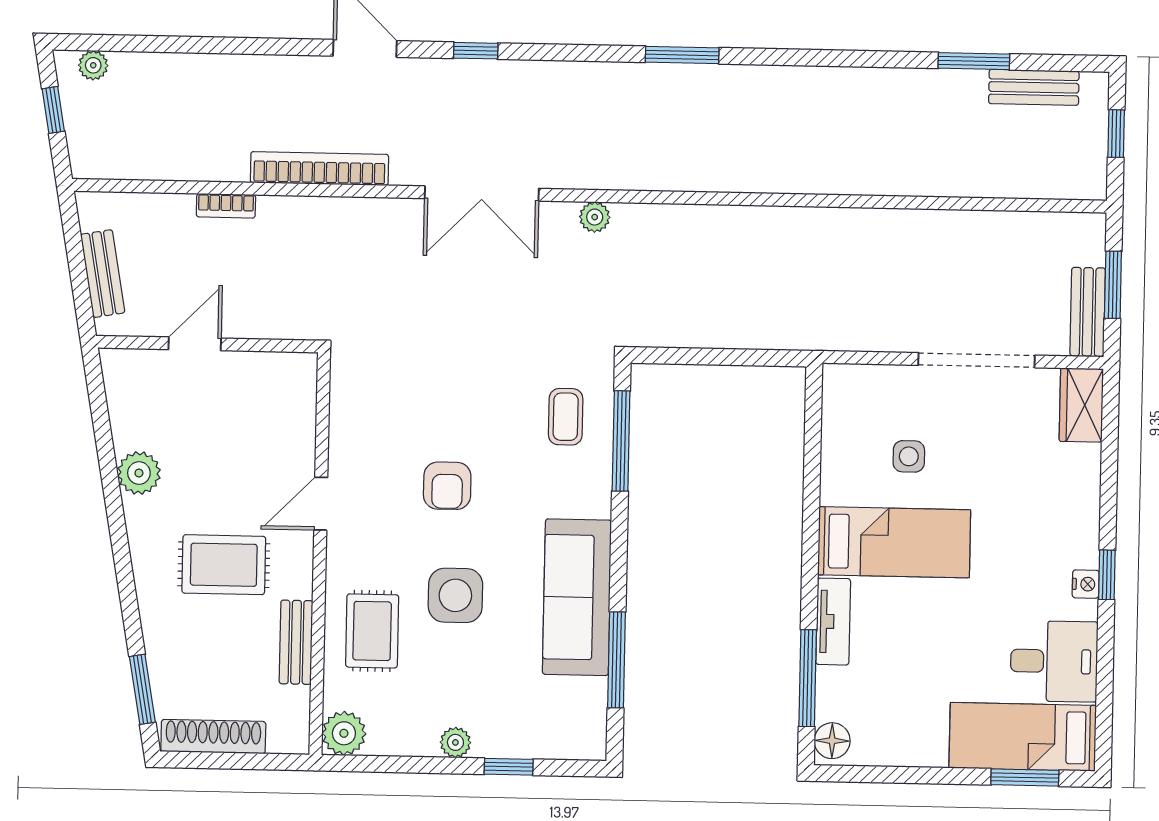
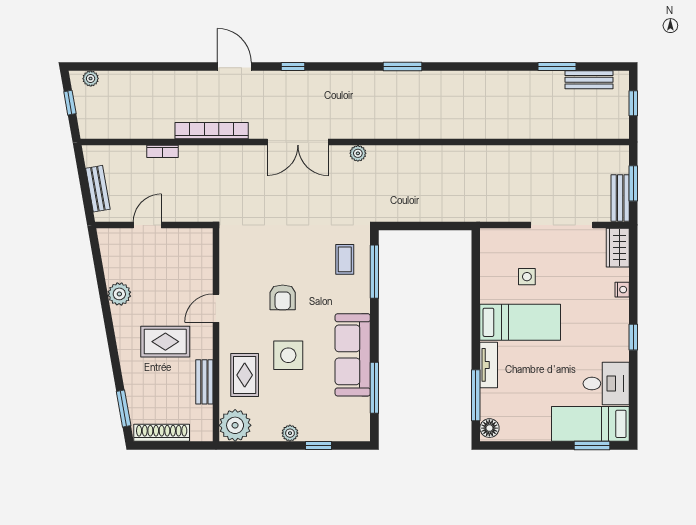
nightstand: (1086, 584) -> (622, 290), moved
plant: (344, 733) -> (235, 425), width x1.36, depth x1.36

